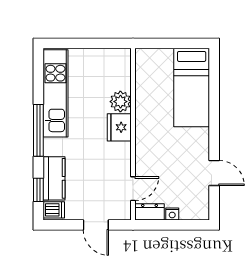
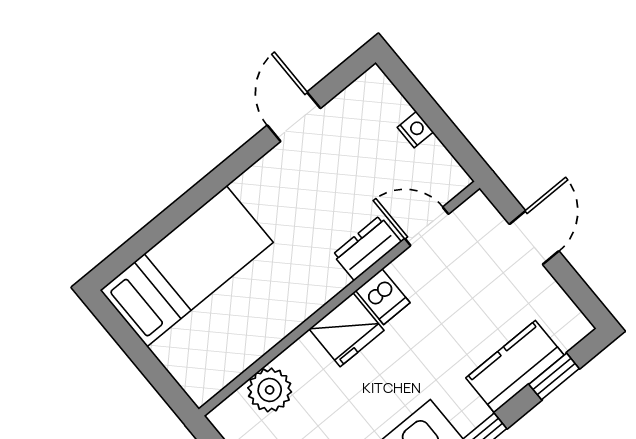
plant: (120, 102) -> (270, 390), moved
dishwasher: (54, 210) -> (383, 297), moved, turned 180
dresser: (150, 212) -> (367, 248), moved, turned 90

